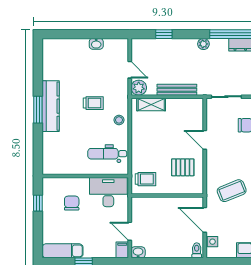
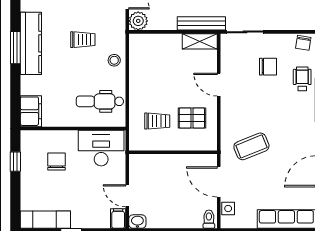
bench: (177, 90) -> (201, 23), moved
shelving: (151, 104) -> (200, 41), moved
filing cabinet: (51, 162) -> (31, 111), added
trolley: (145, 179) -> (157, 121), moved

